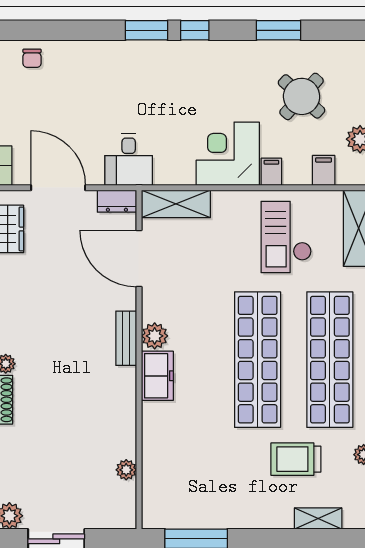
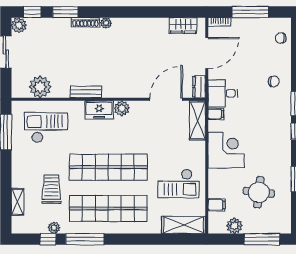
chair: (108, 70) -> (274, 81), added
round table: (302, 96) -> (259, 192), turned -36
filing cabinet: (271, 172) -> (216, 114), moved
checkout: (286, 237) -> (178, 183), turned 180
bench: (126, 338) -> (86, 92), moved
checkout: (188, 469) -> (46, 128), added
plant: (126, 470) -> (40, 87), width x1.87, depth x1.87

